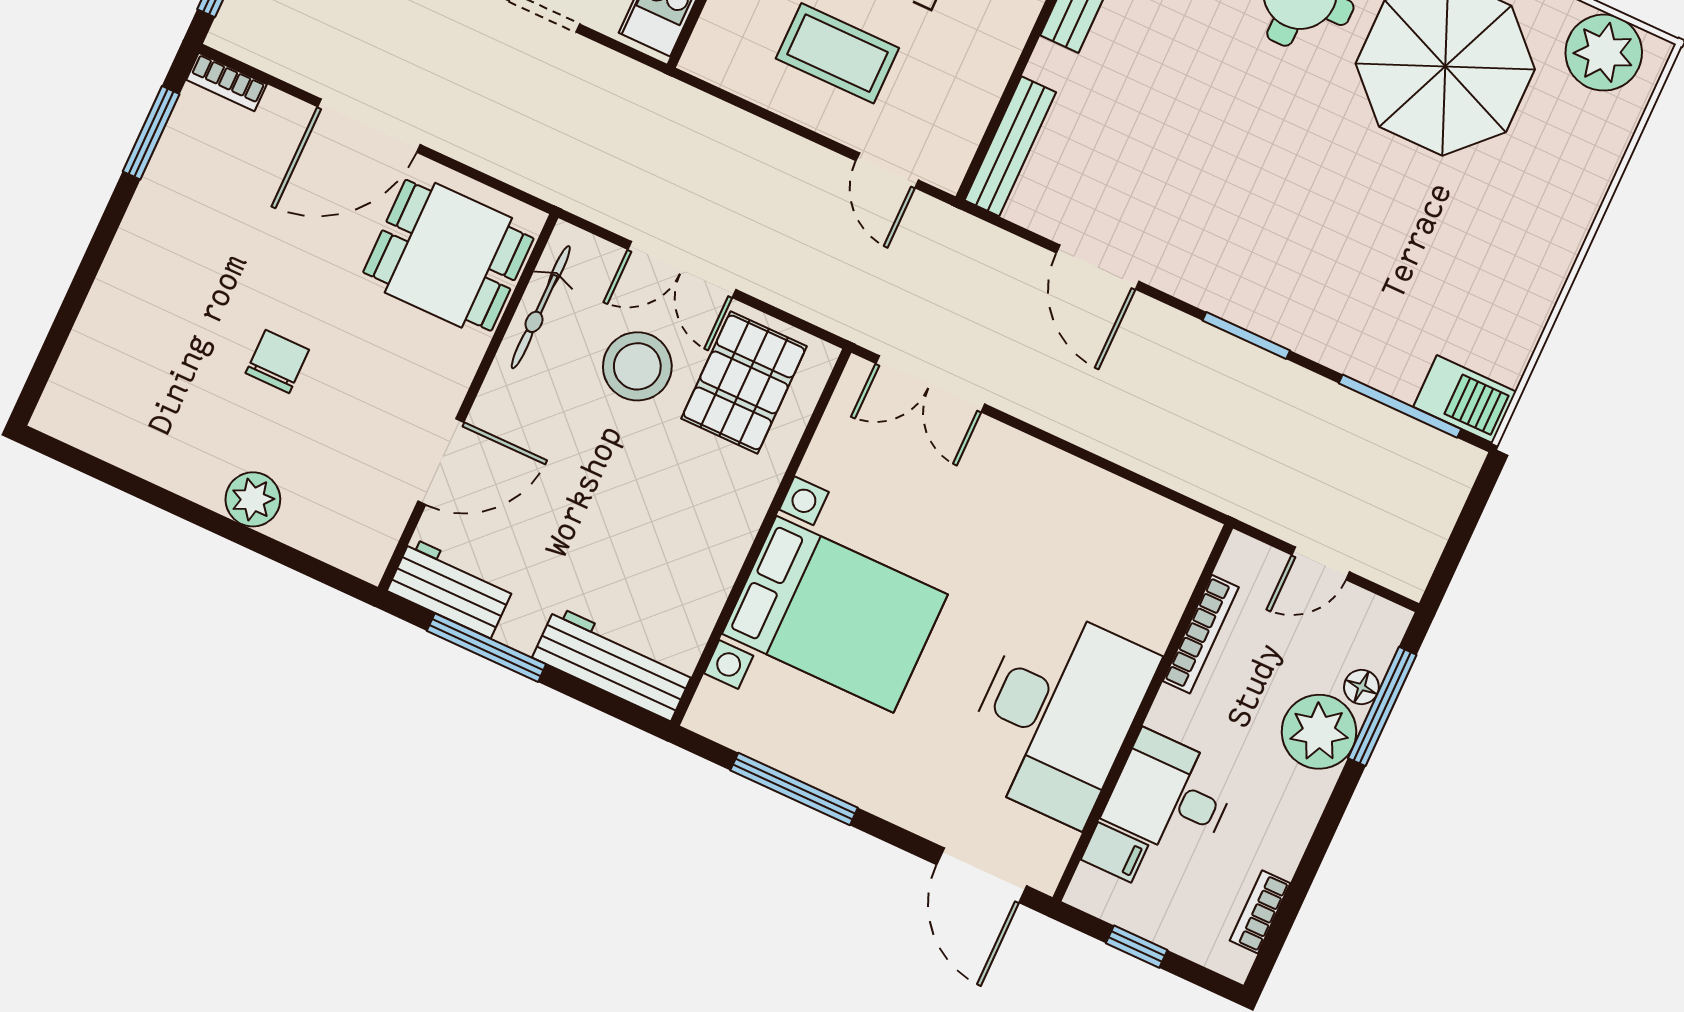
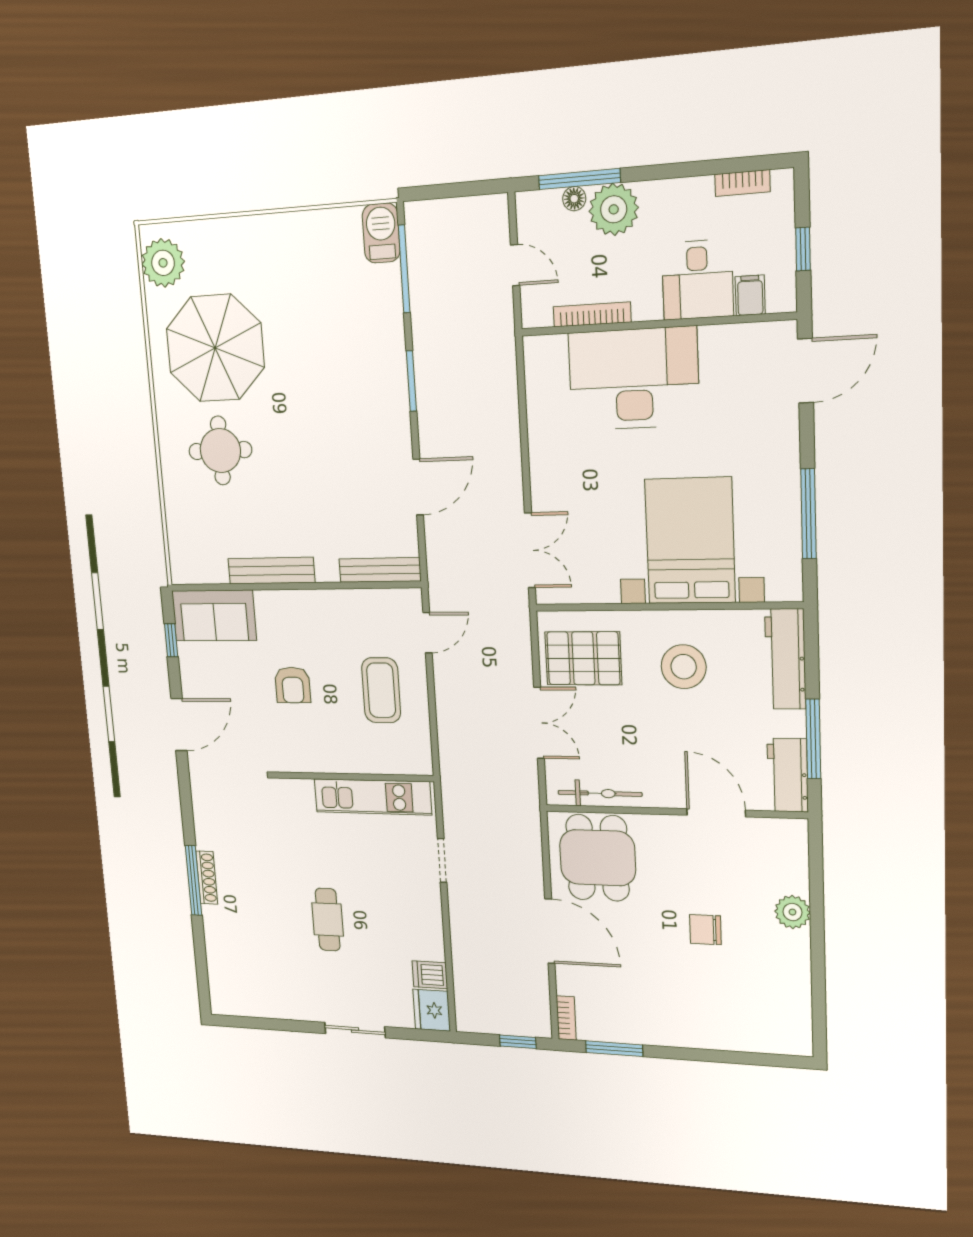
stool: (637, 366) -> (684, 667), moved
desk: (1057, 714) -> (634, 379), moved

